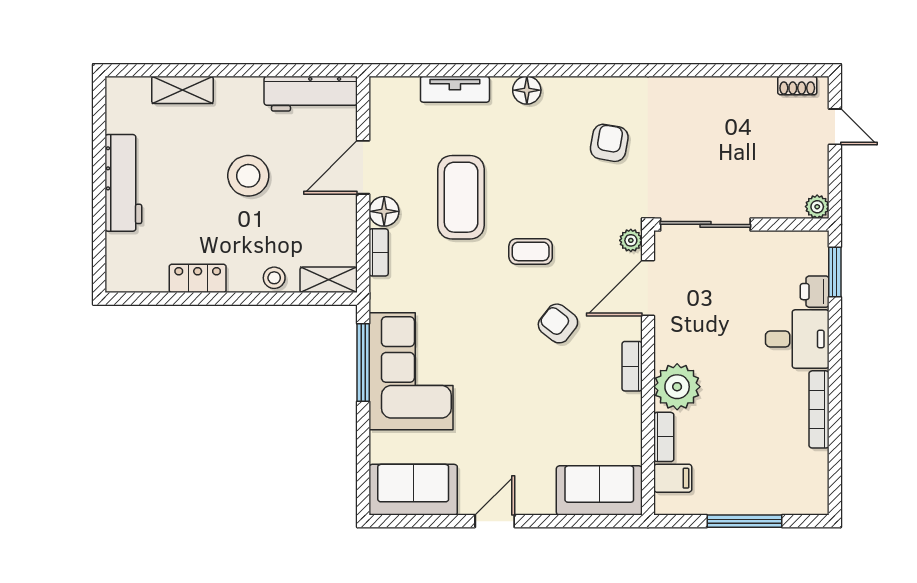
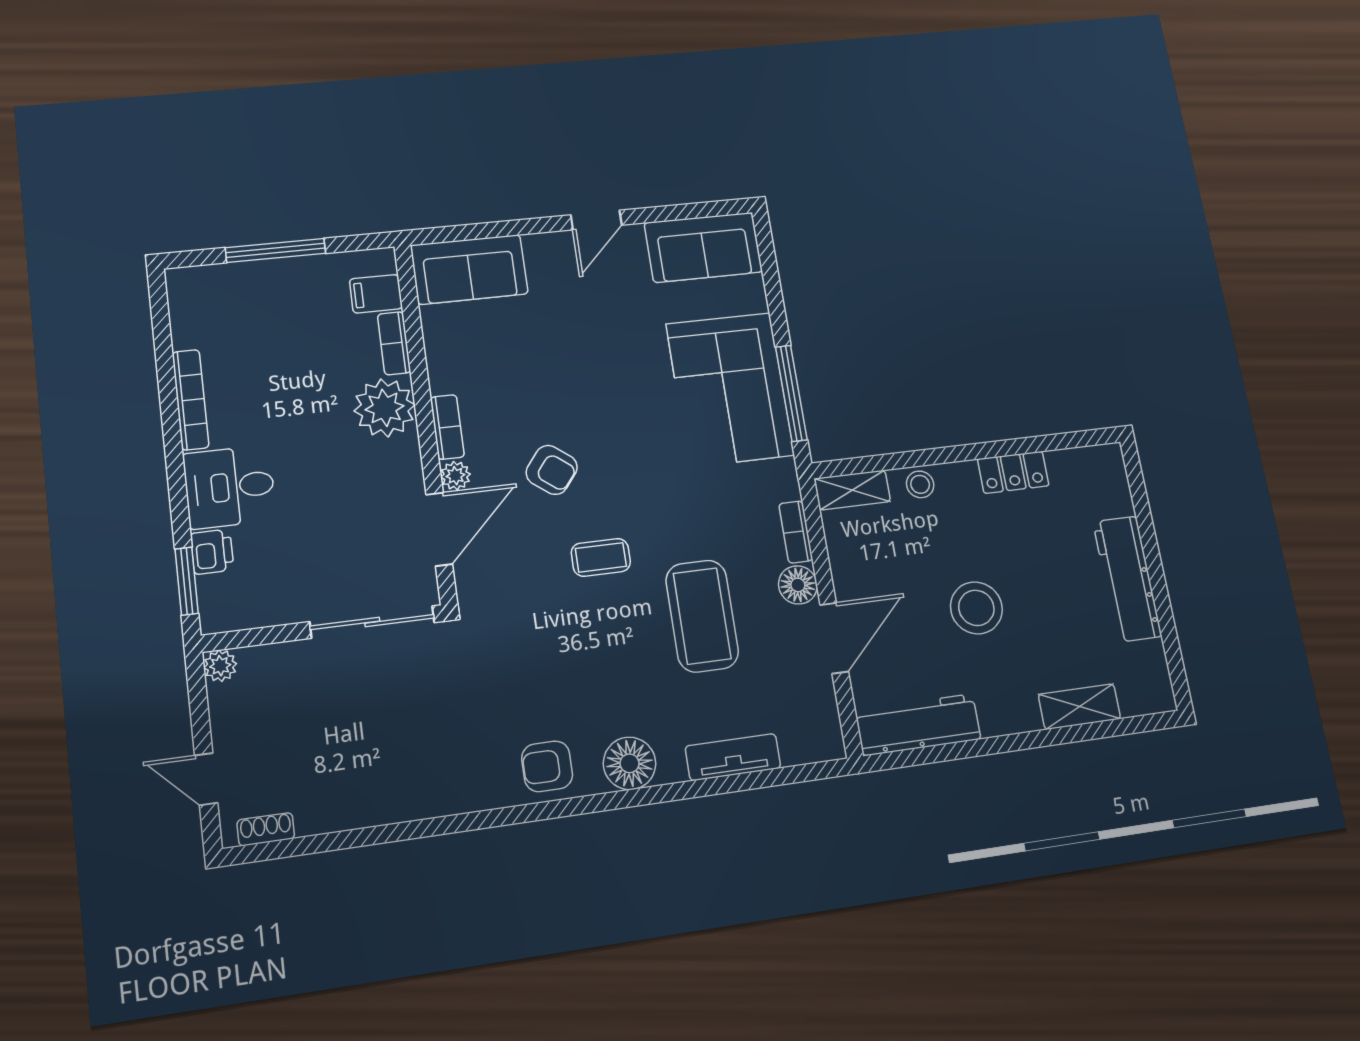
floor lamp: (527, 90) -> (630, 763), width x1.38, depth x1.38
armchair: (609, 143) -> (547, 766), moved, turned 80
plant: (631, 240) -> (455, 476), moved

